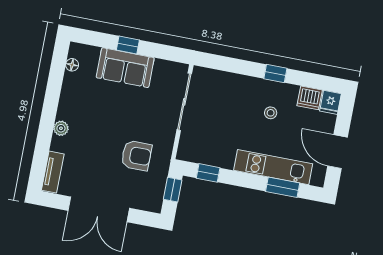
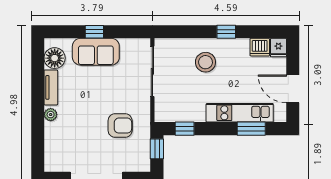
floor lamp: (72, 65) -> (55, 58), width x1.89, depth x1.89
stool: (271, 113) -> (205, 62), moved, width x1.89, depth x1.89
tv unit: (53, 172) -> (51, 87), moved

